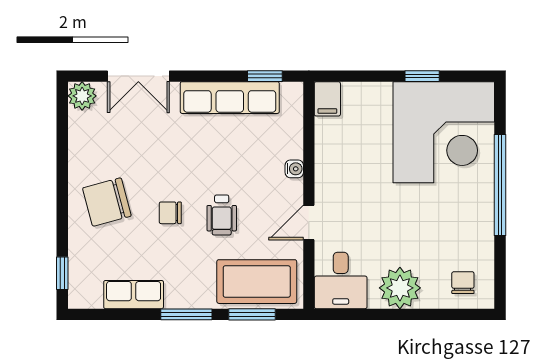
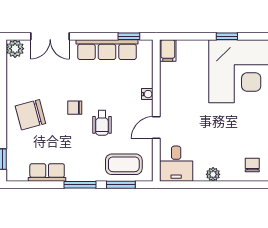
chair: (170, 213) -> (75, 108), moved
coffee table: (257, 282) -> (124, 164), width x0.73, depth x0.76
plant: (400, 288) -> (213, 174), width x0.53, depth x0.53

